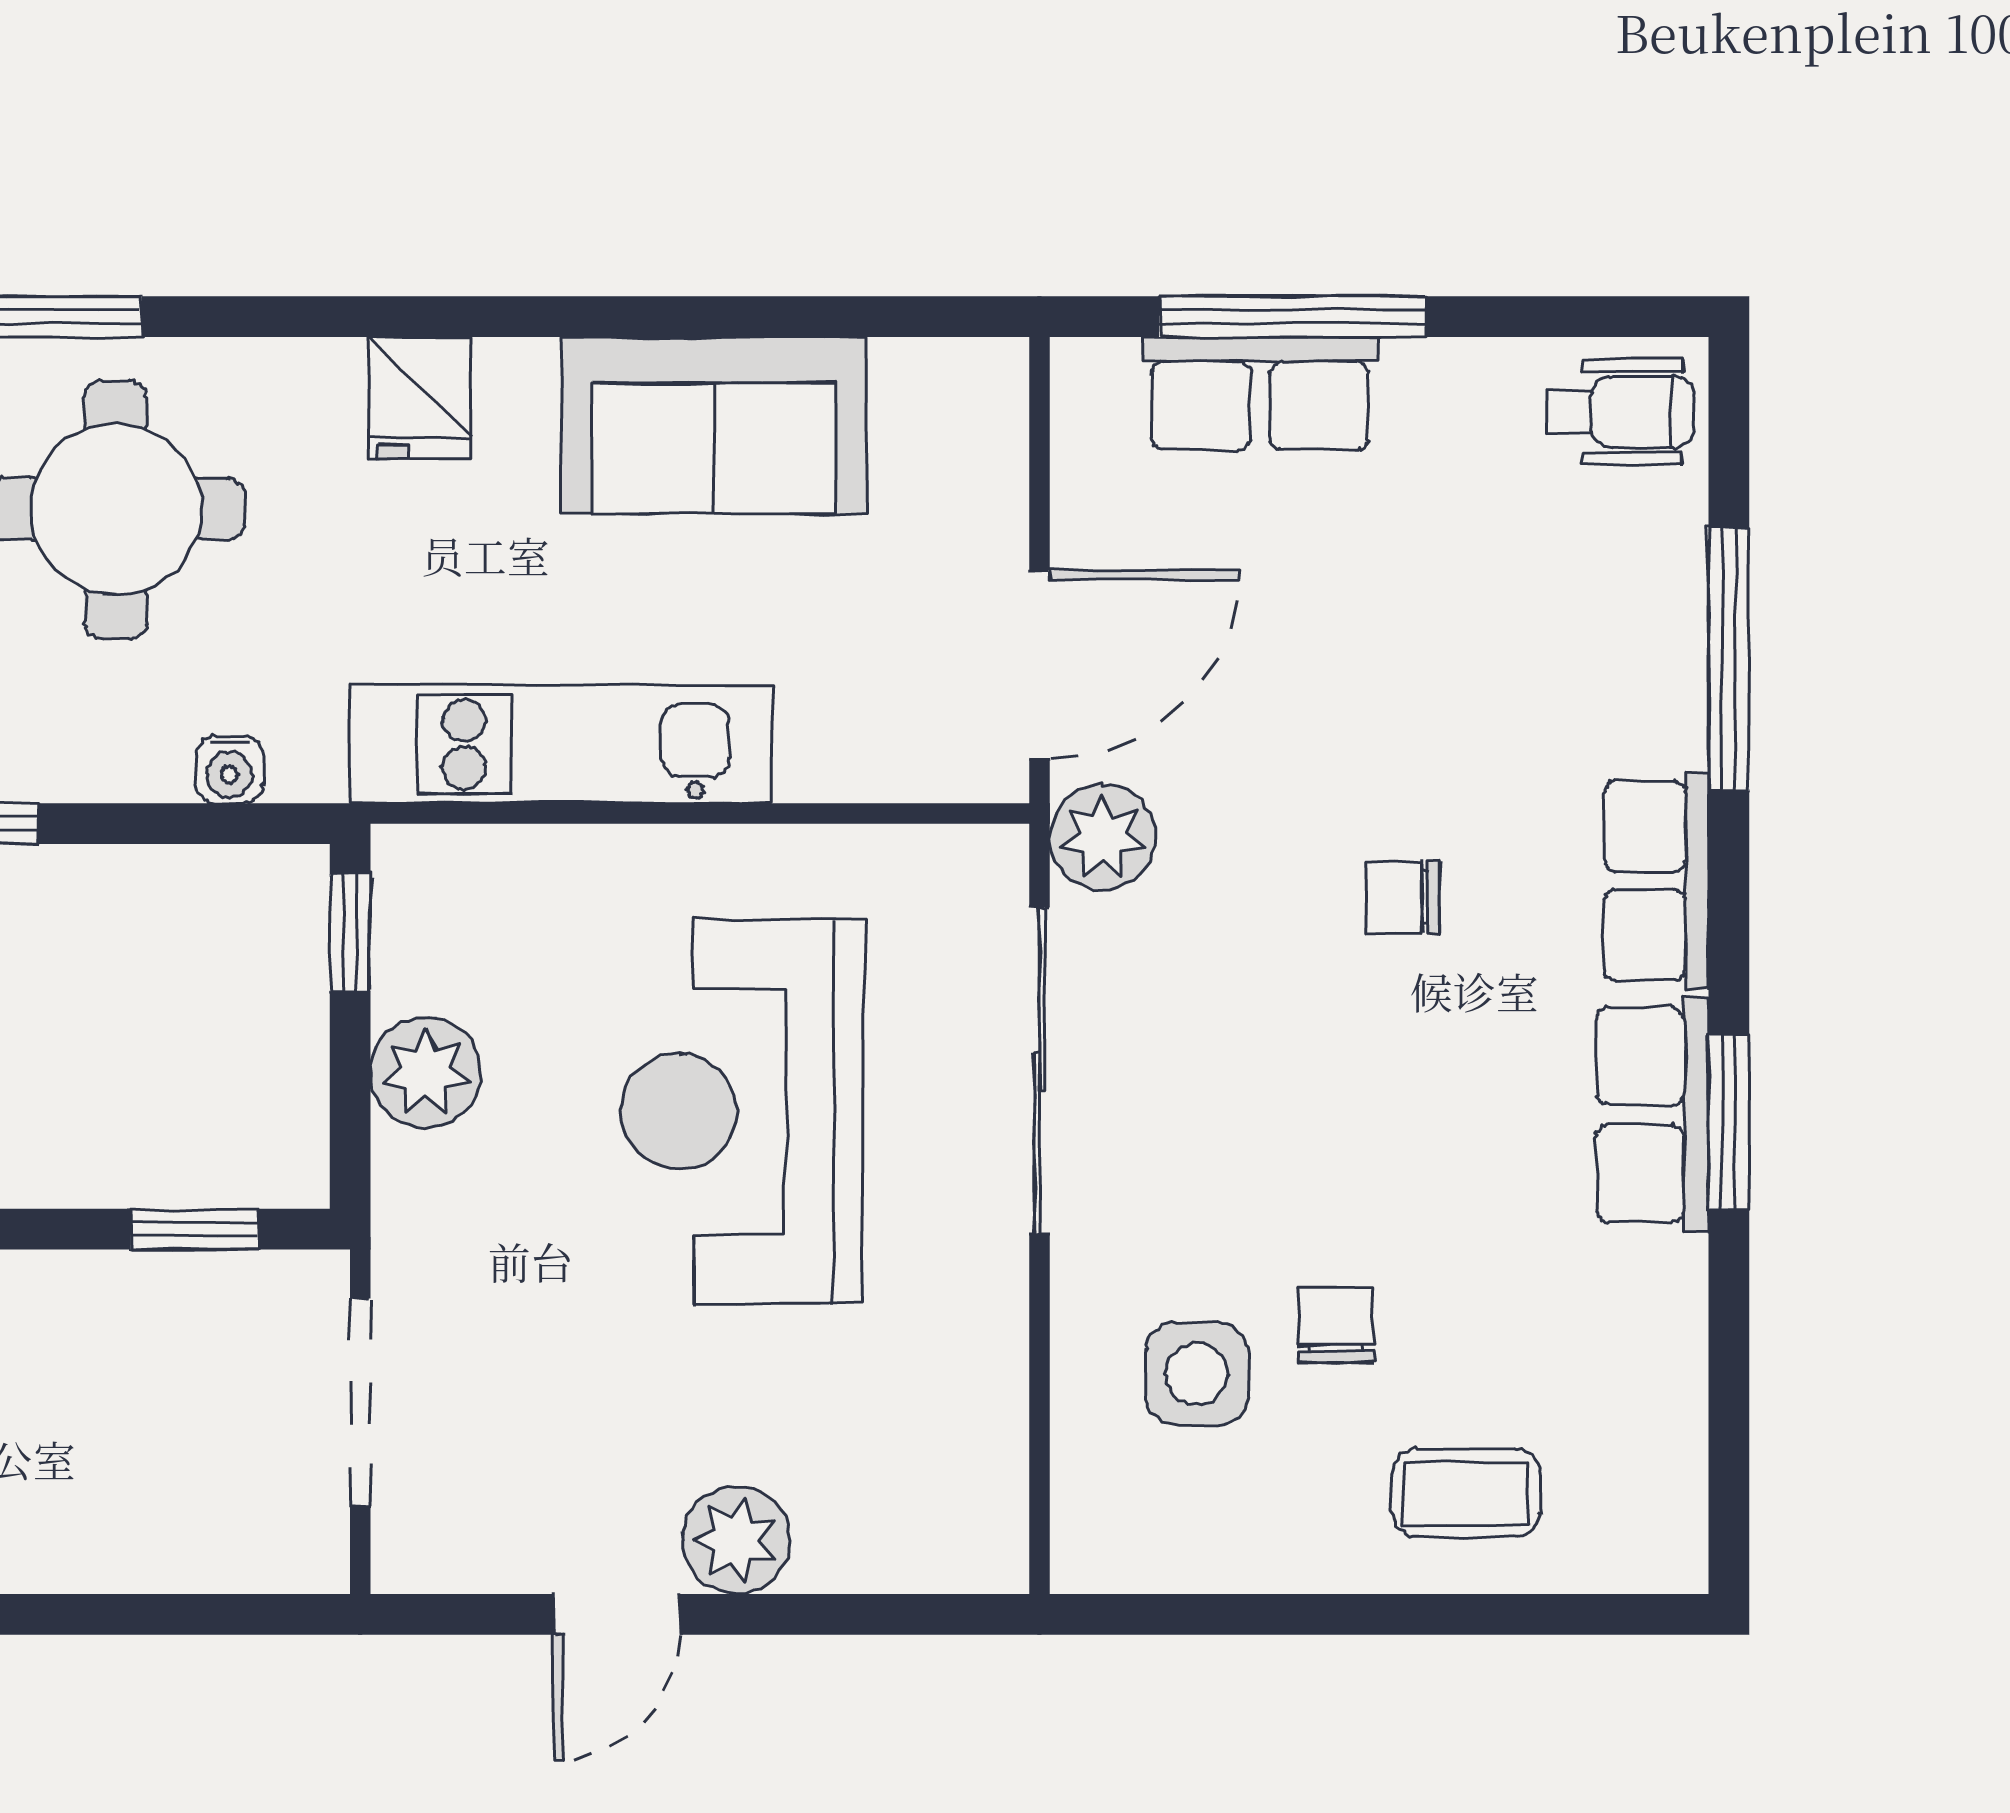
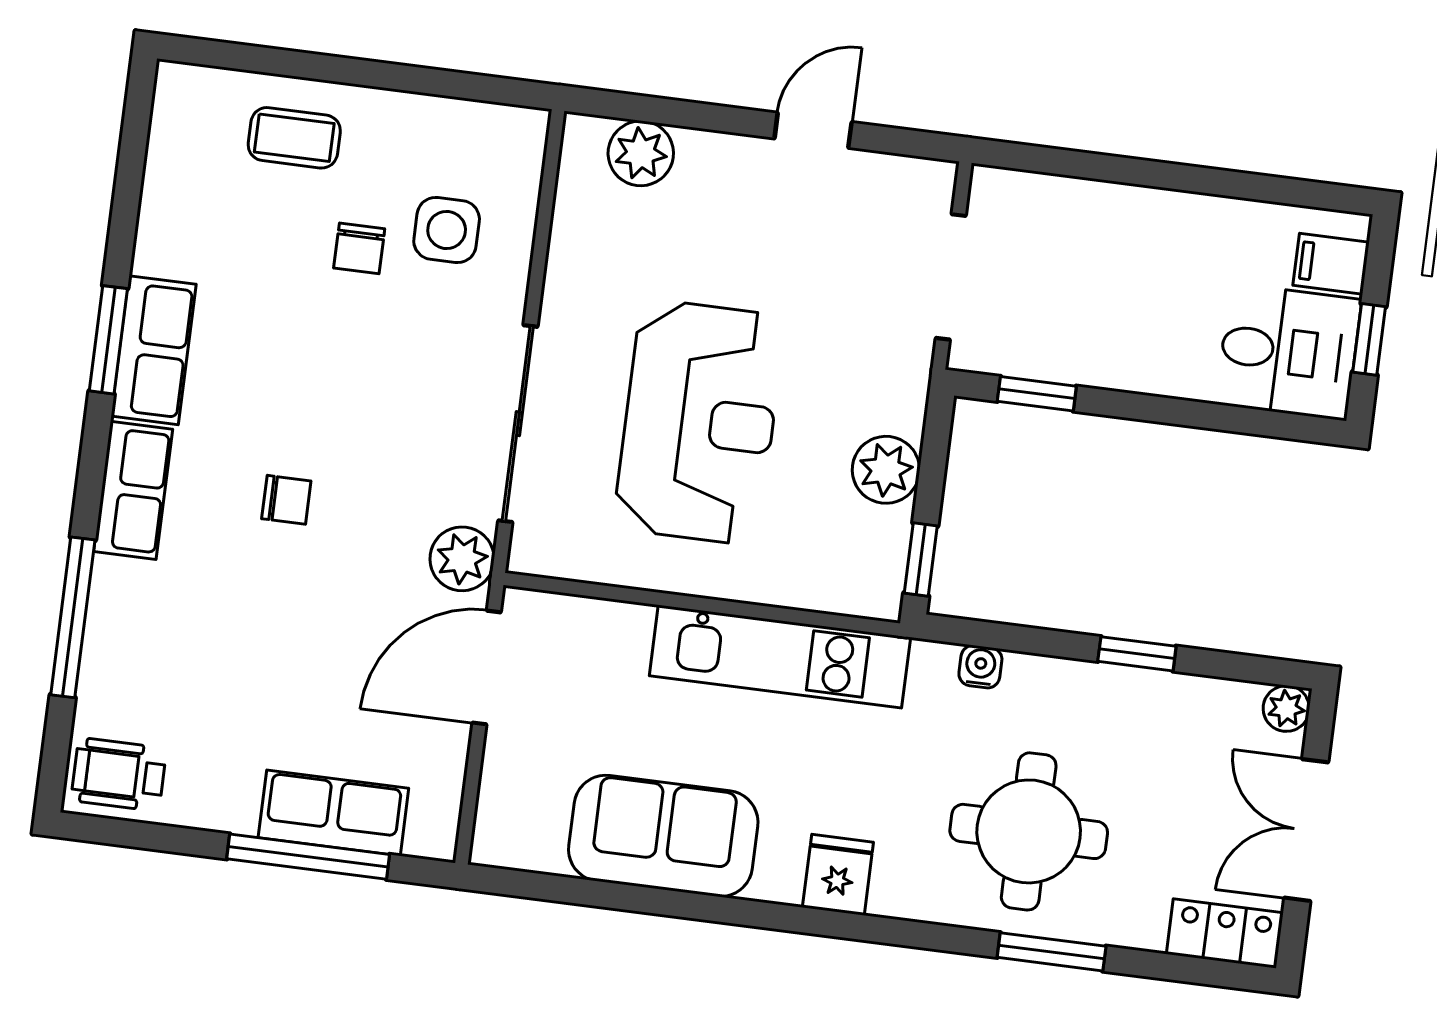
plant: (736, 1540) -> (641, 153), moved

